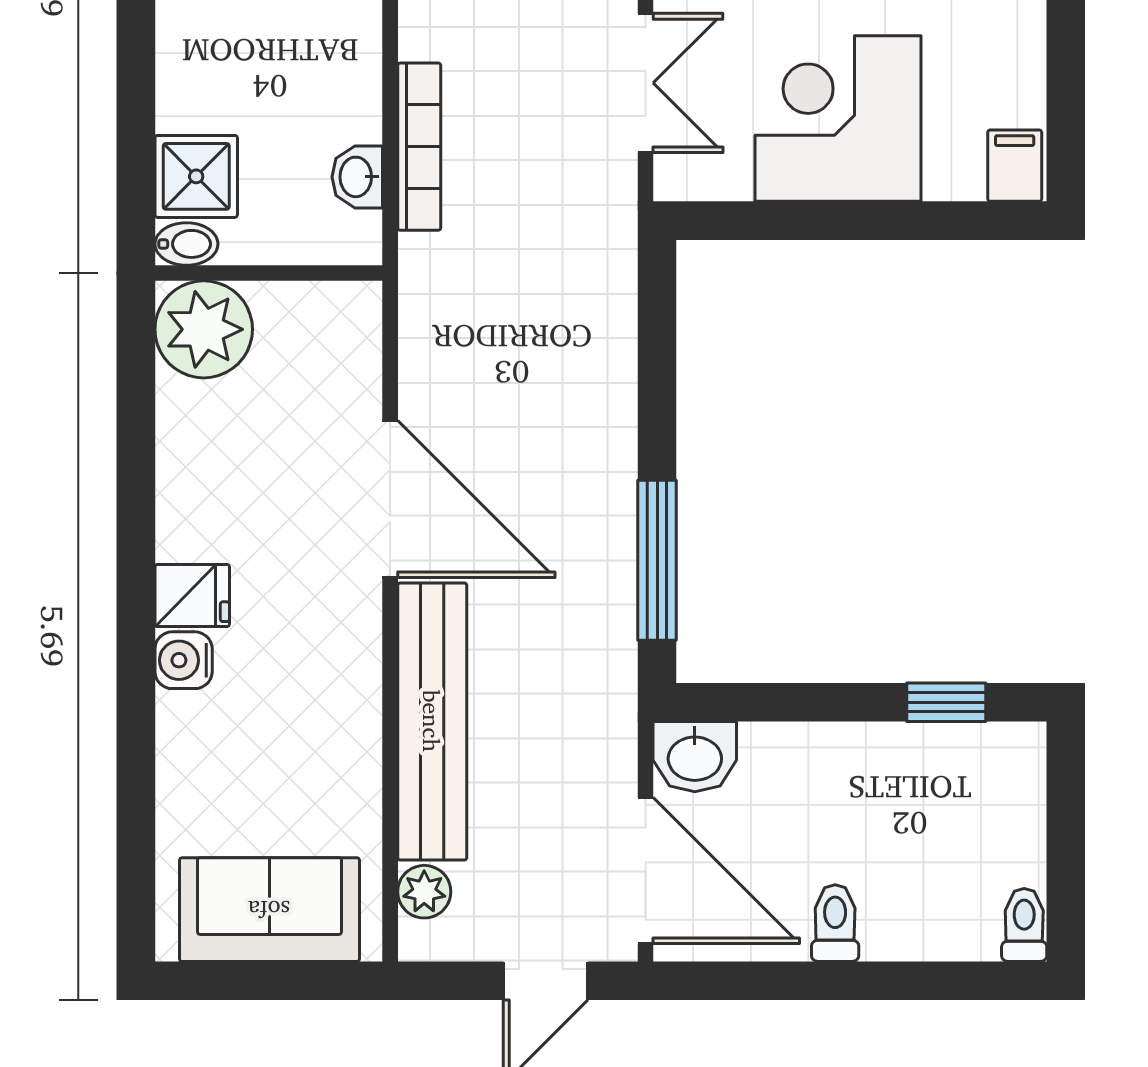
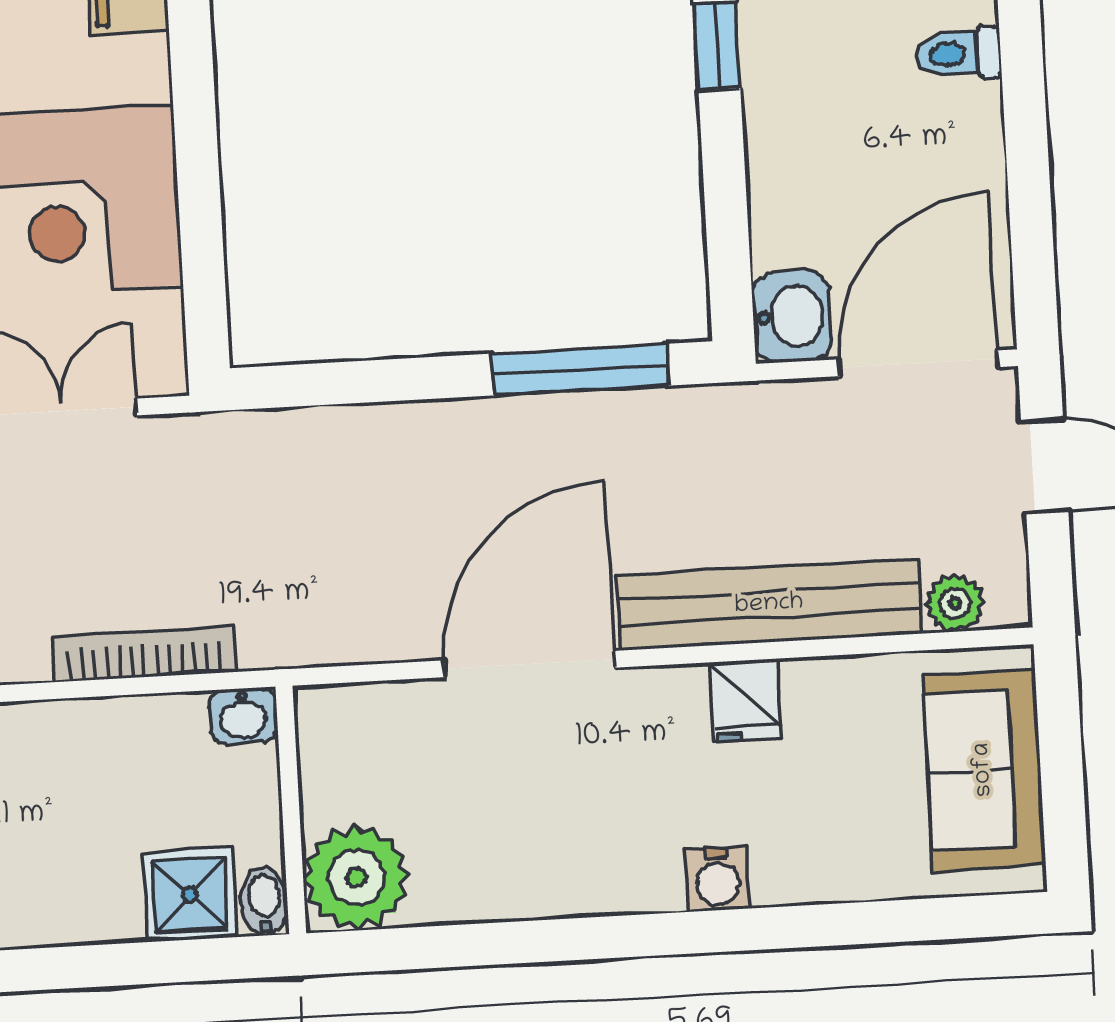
washbasin: (357, 177) -> (243, 716), moved
fridge: (192, 595) -> (745, 701), moved, turned 180
toilet: (835, 923) -> (959, 54), moved

